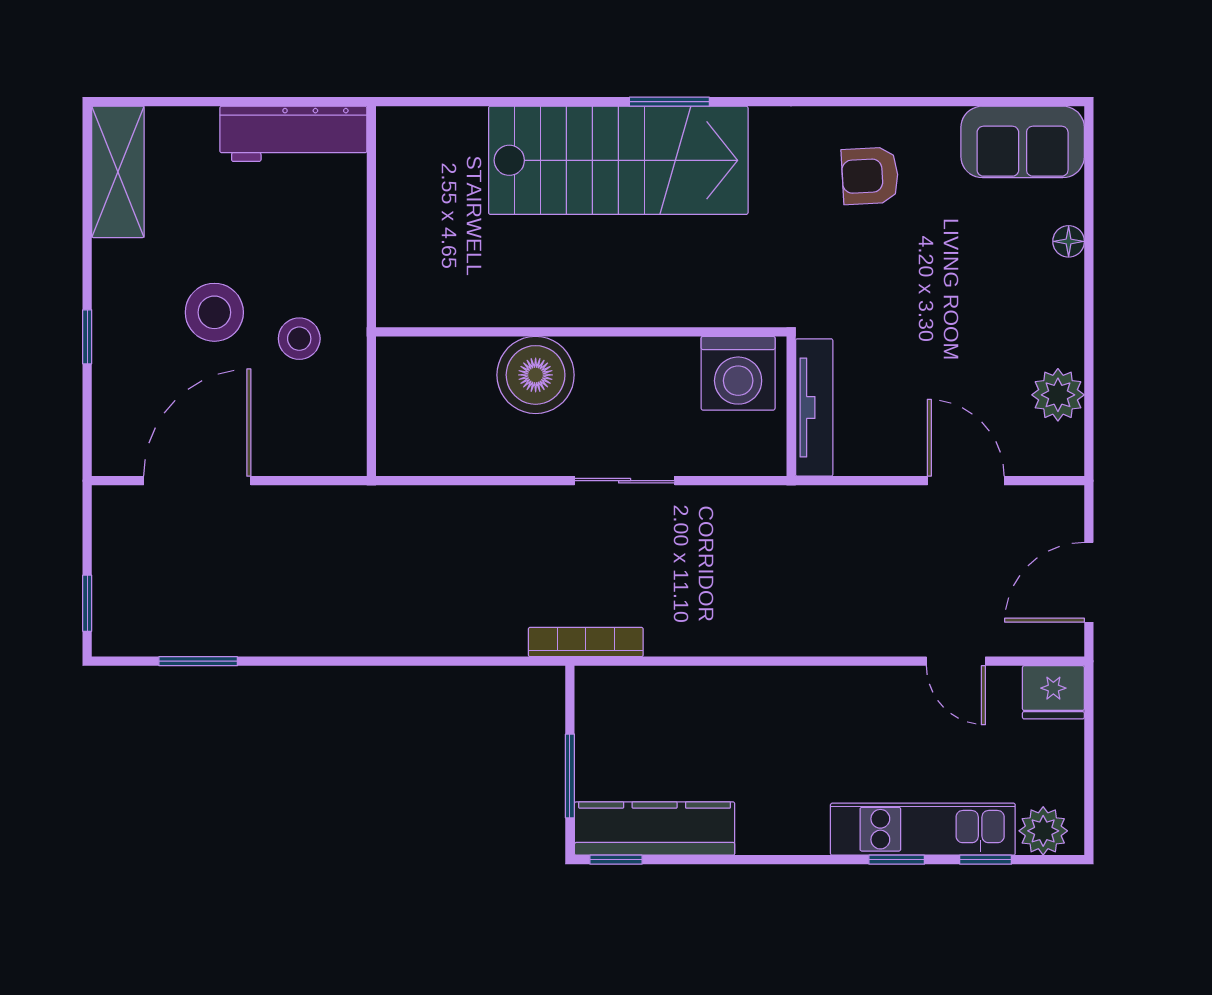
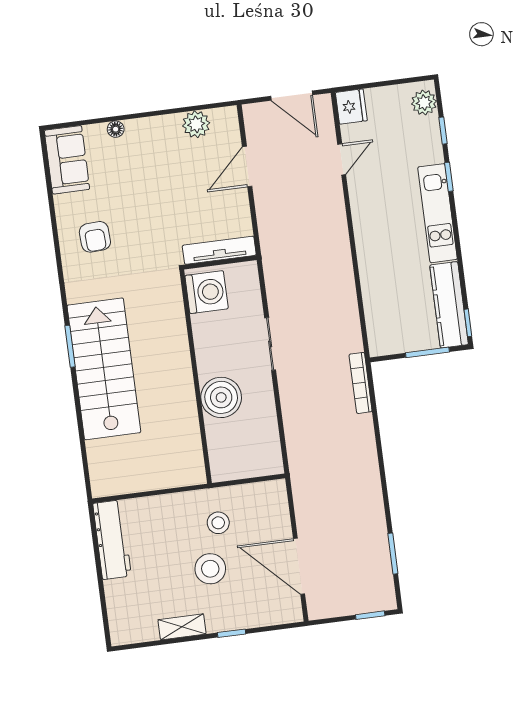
shelving: (118, 172) -> (182, 627), moved, width x0.67, depth x0.75
bookcase: (586, 642) -> (361, 383), moved
kitchen unit: (923, 829) -> (437, 213), moved

